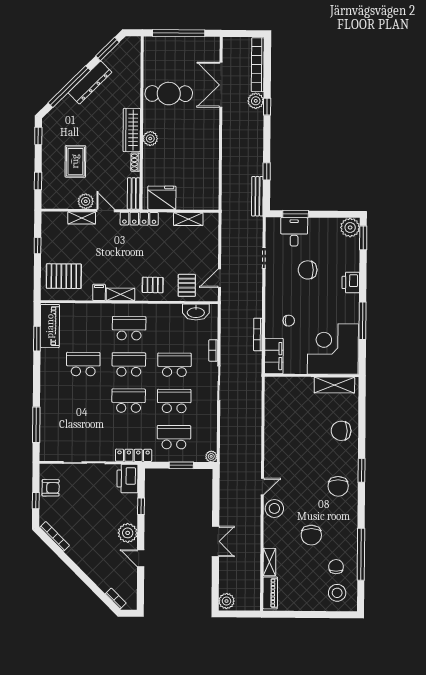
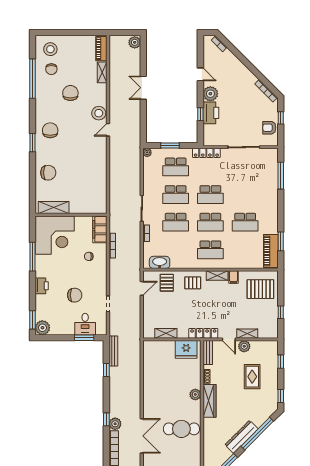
printer: (127, 479) -> (211, 113), moved

